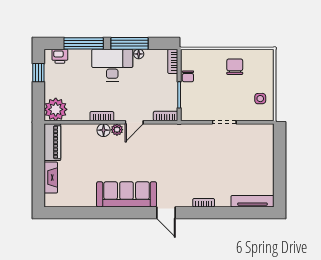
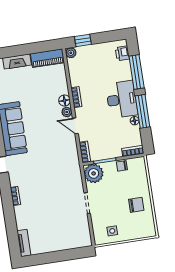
window: (38, 73) -> (83, 40), moved
plant: (56, 109) -> (71, 53), width x0.53, depth x0.53
plant: (192, 110) -> (94, 173), added
tv unit: (252, 201) -> (24, 243), width x0.71

